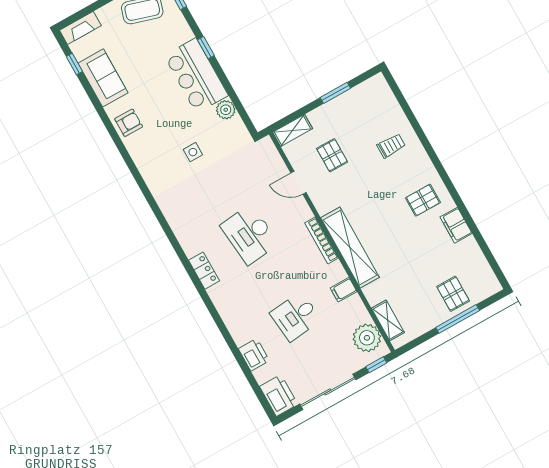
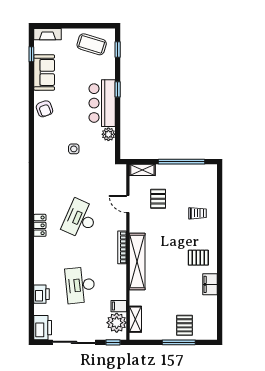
window: (335, 93) -> (181, 162), width x2.11
armchair: (129, 123) -> (44, 109), turned 70
desk: (250, 235) -> (80, 219), turned 30
filing cabinet: (344, 290) -> (119, 306), moved
desk: (296, 316) -> (80, 285), width x1.37

